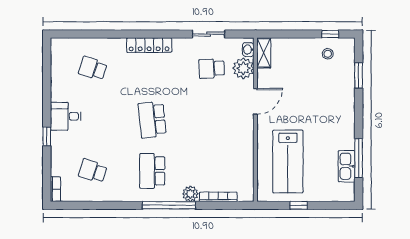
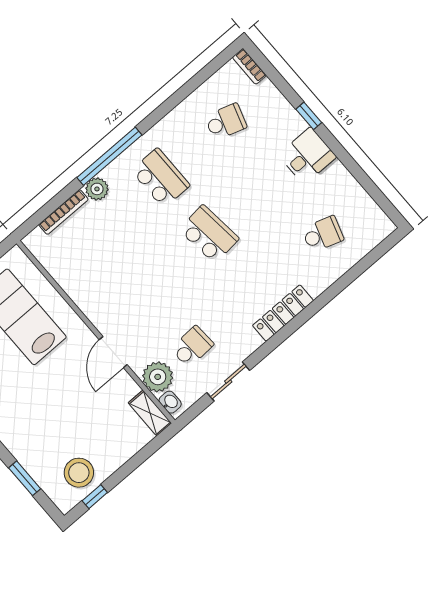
stool: (328, 54) -> (79, 473), width x1.89, depth x1.89

